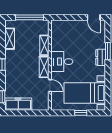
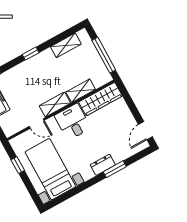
wardrobe: (57, 35) -> (100, 99), added
door: (50, 86) -> (37, 123), hinge flipped
window: (81, 113) -> (18, 165), moved

